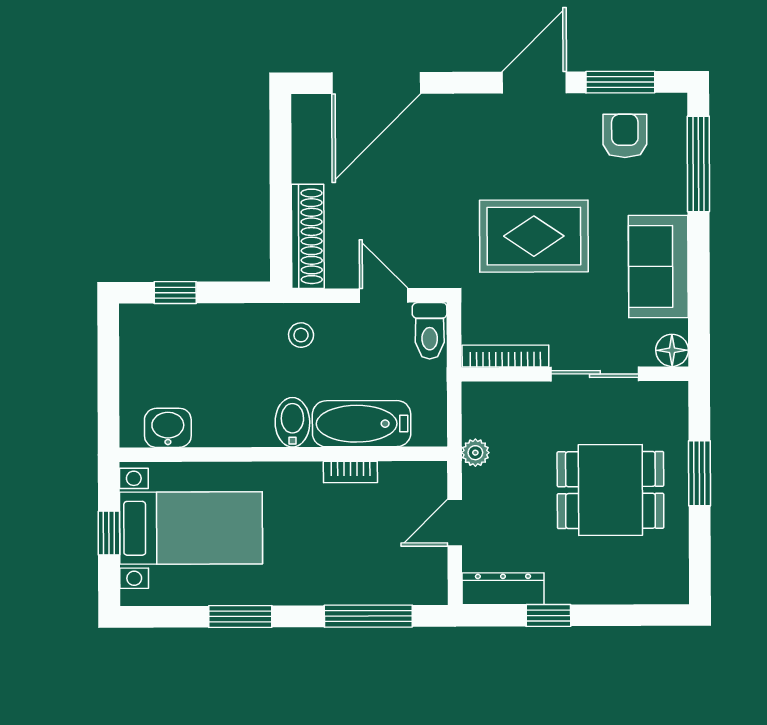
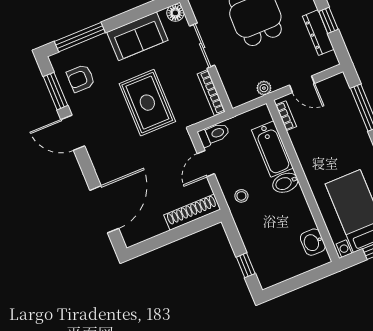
door: (376, 83) -> (104, 209), hinge flipped
bookcase: (350, 472) -> (286, 116), moved
dresser: (503, 589) -> (318, 33), moved

